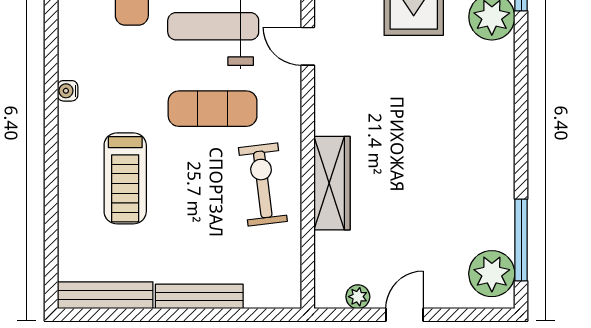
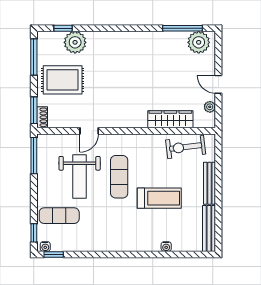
water cooler: (68, 91) -> (166, 247), moved
treadmill: (125, 178) -> (159, 198), moved
wardrobe: (332, 183) -> (170, 119), moved
exercise bike: (263, 184) -> (186, 147), moved

